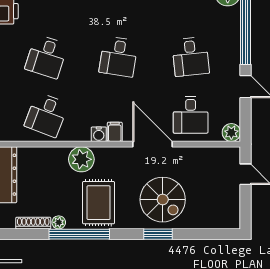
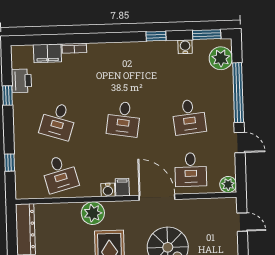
desk: (46, 115) -> (60, 174), turned -36

